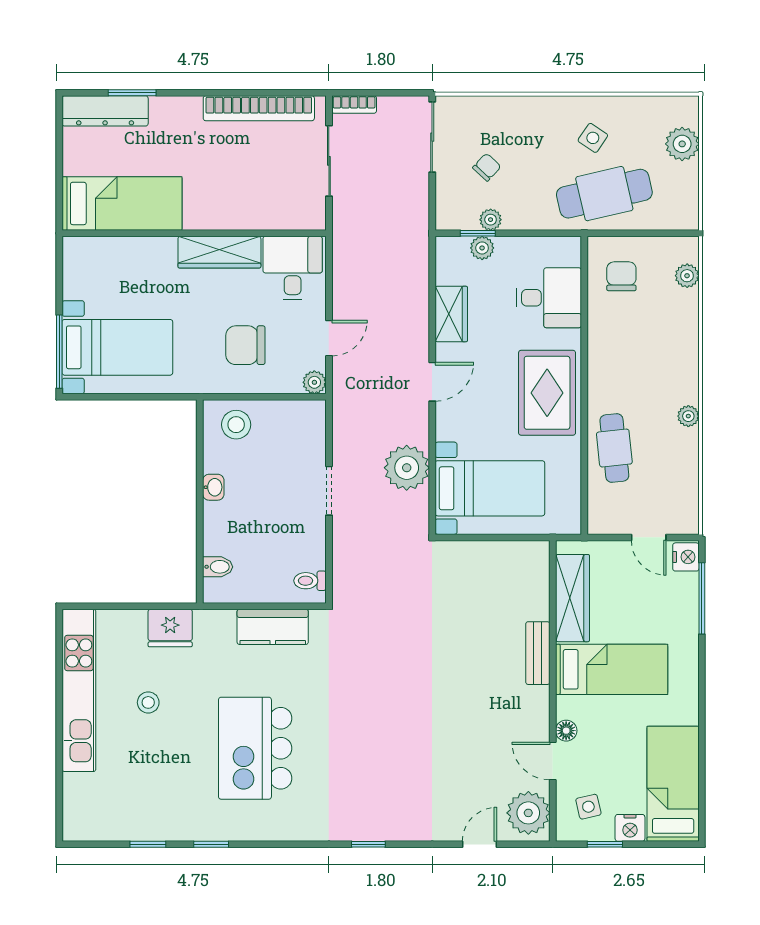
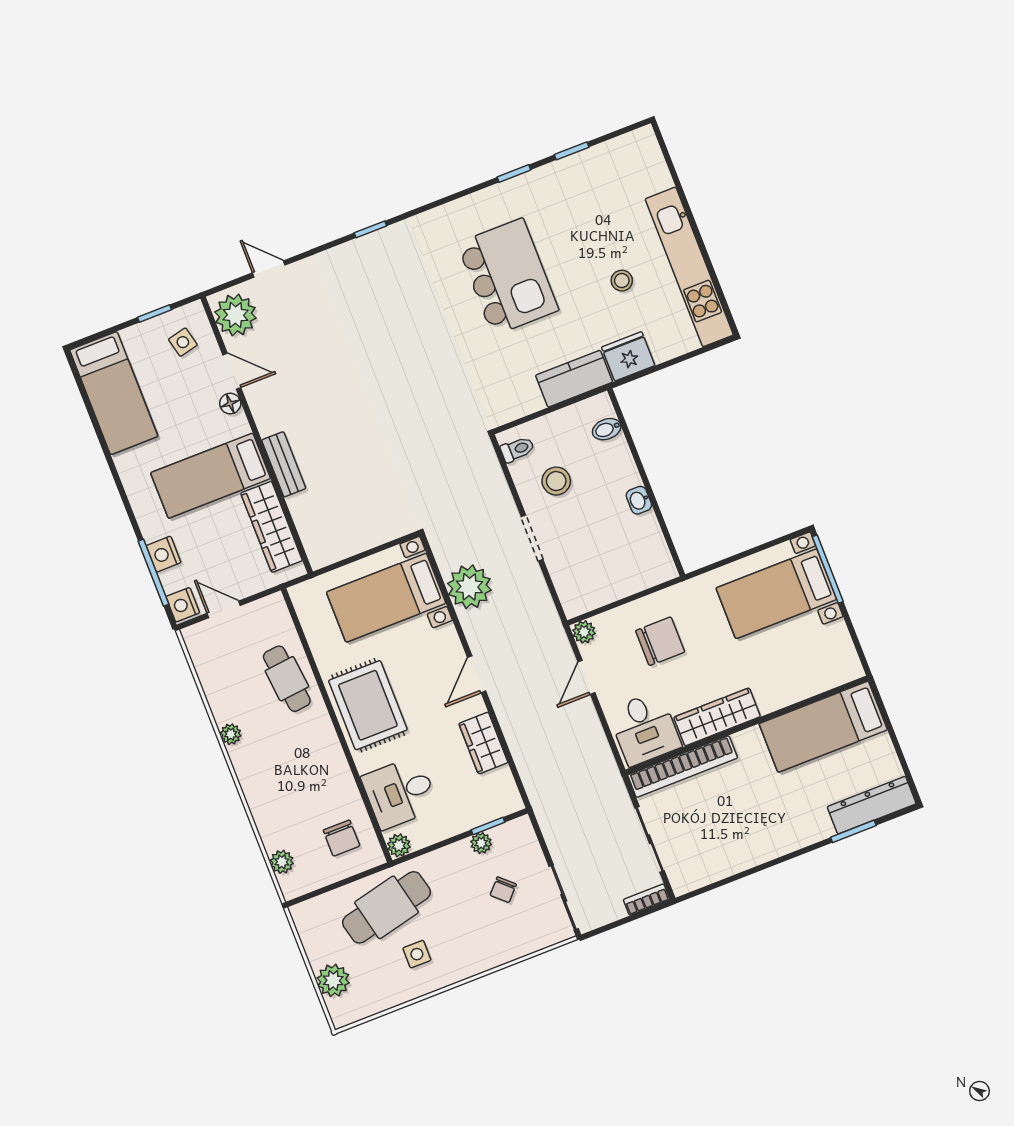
bookcase: (259, 108) -> (683, 766), moved, turned 180
side table: (593, 138) -> (417, 954), turned -34
plant: (482, 248) -> (399, 845), moved
stool: (236, 425) -> (556, 481), moved
kitchen counter: (273, 627) -> (574, 379), moved
nightstand: (630, 828) -> (164, 554), moved, turned -90
door: (480, 844) -> (269, 269), swing flipped

